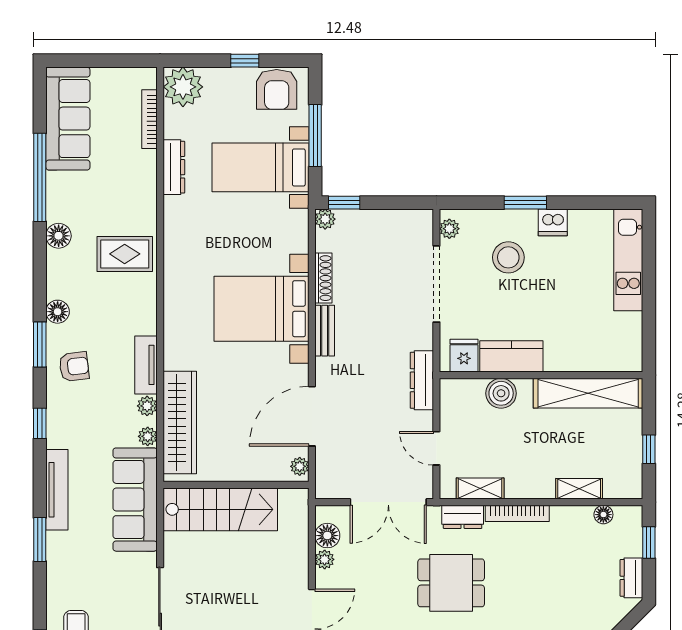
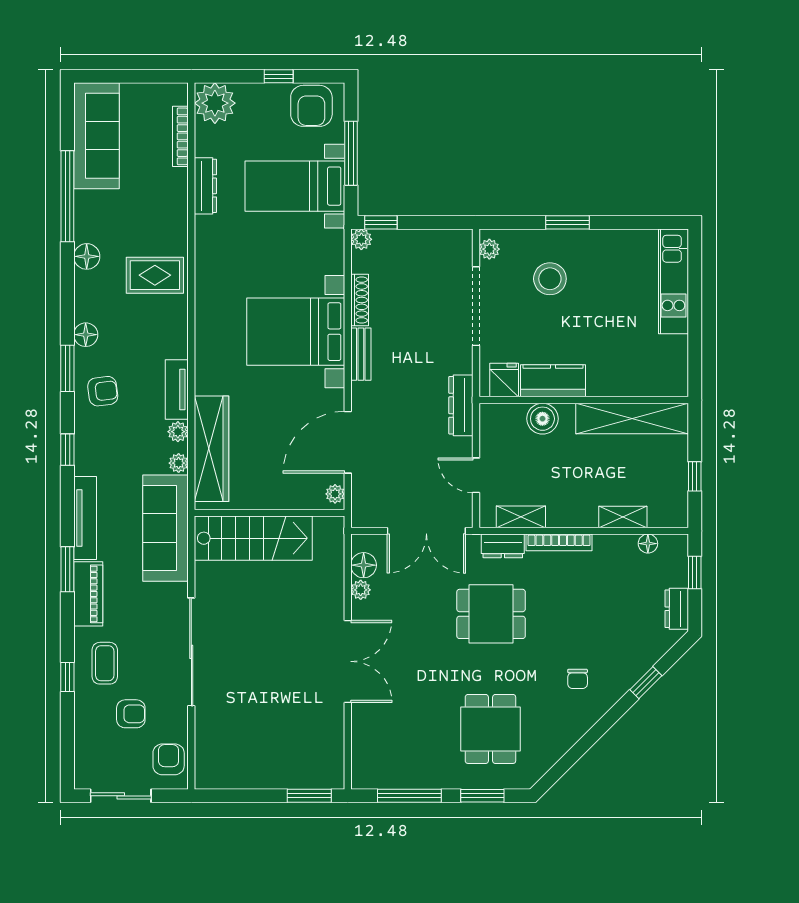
dishwasher: (553, 222) -> (596, 243), removed
piano: (60, 563) -> (88, 594), added

